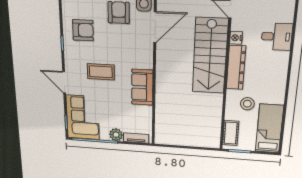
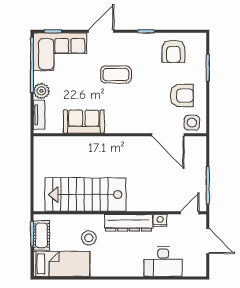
armchair: (83, 30) -> (173, 51), moved
desk: (277, 37) -> (163, 262), width x1.37
stairs: (210, 56) -> (85, 195), moved
coffee table: (101, 72) -> (116, 75), turned 90
sofa: (142, 87) -> (84, 122), moved
cot: (231, 133) -> (41, 235), moved, turned 90

